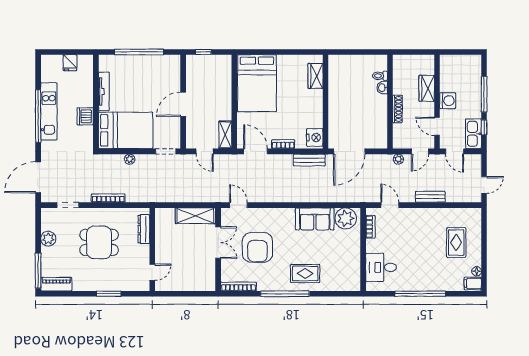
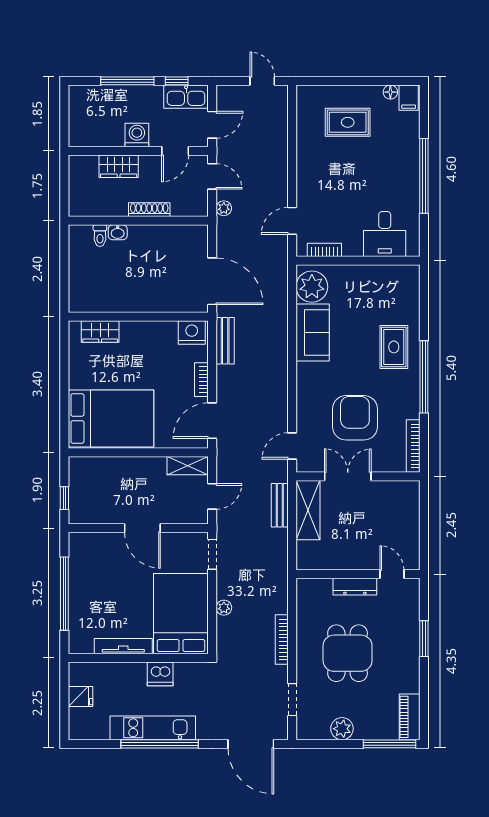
bench: (430, 197) -> (280, 505), moved
dresser: (144, 229) -> (355, 587), moved
armchair: (257, 247) -> (355, 418), turned -90

